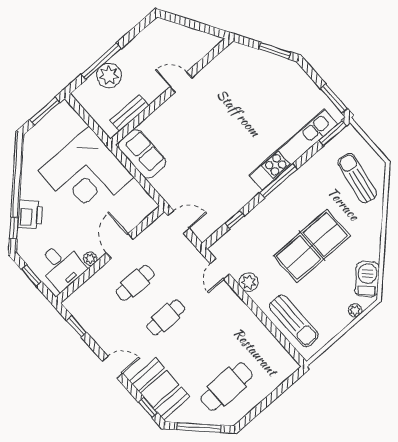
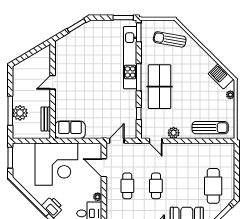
door: (120, 246) -> (104, 168), moved
table tennis table: (312, 246) -> (160, 87), moved

